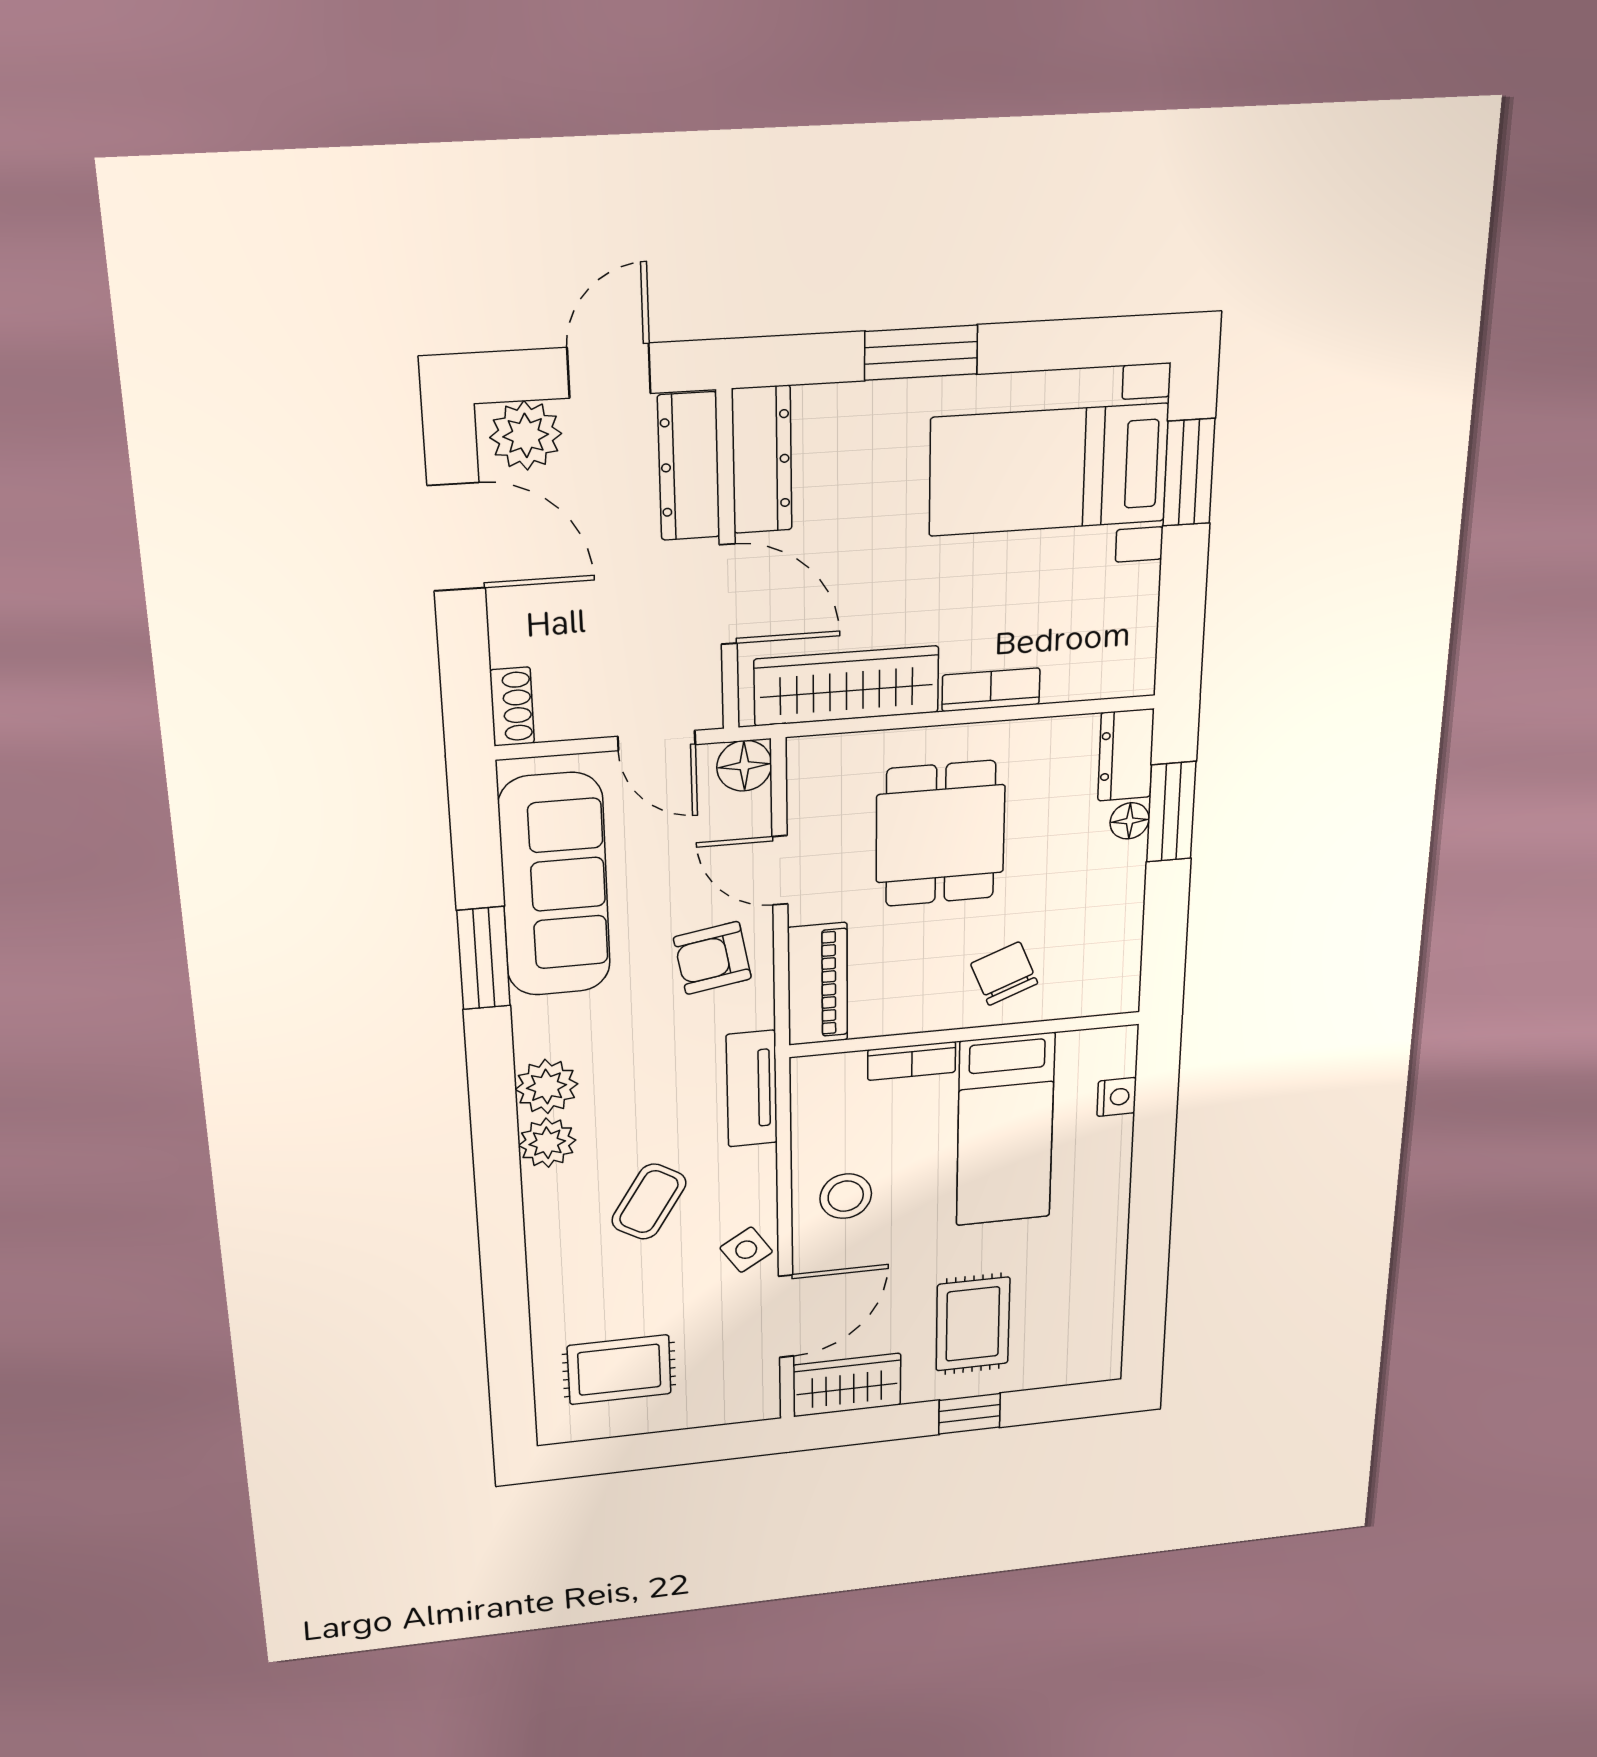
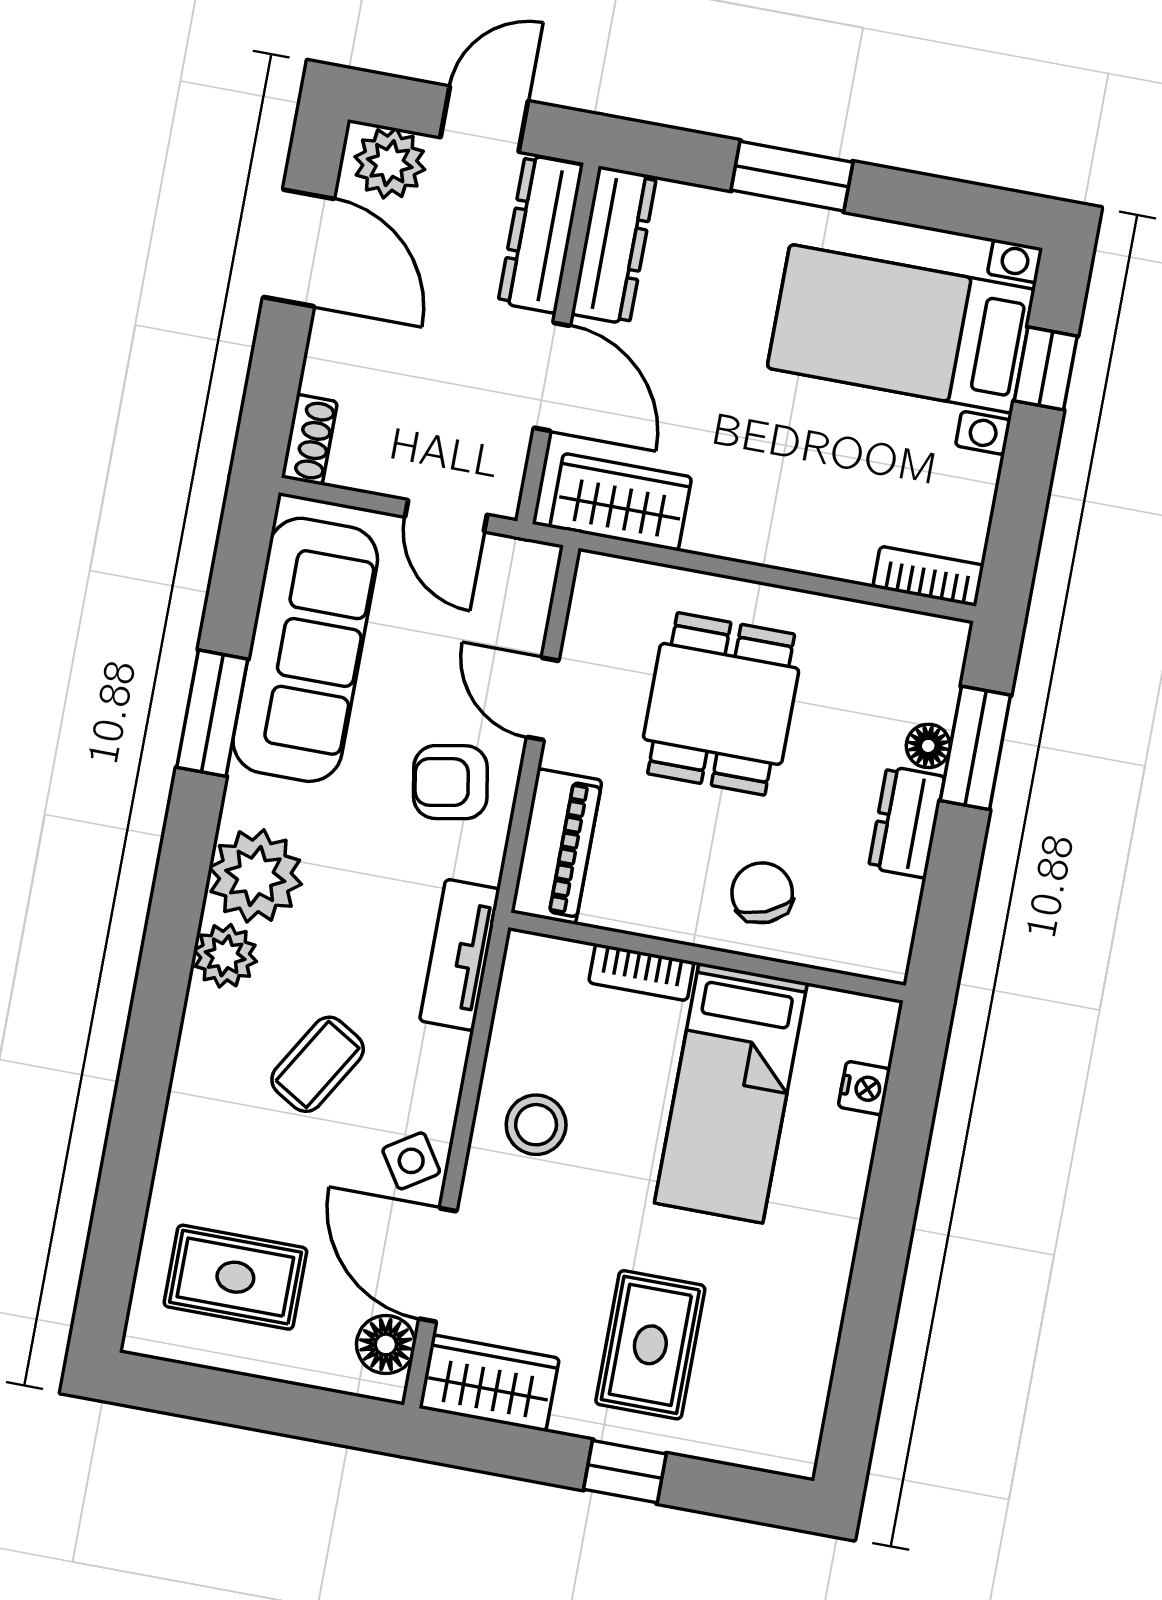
window: (1189, 472) -> (1046, 368), width x0.67
wardrobe: (847, 686) -> (621, 502), width x0.67
bookcase: (991, 690) -> (928, 576), moved
dresser: (1126, 755) -> (907, 822), moved
floor lamp: (744, 766) -> (386, 1344), moved
plant: (546, 1087) -> (255, 876), width x1.36, depth x1.36
door: (786, 1316) -> (438, 1265), swing flipped

